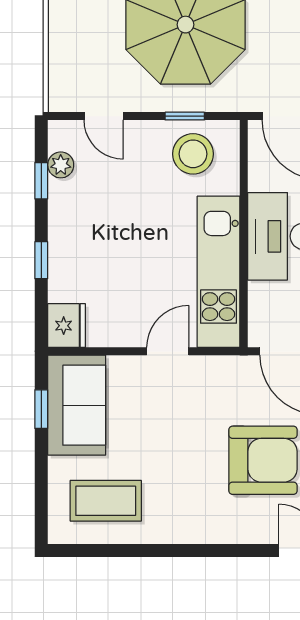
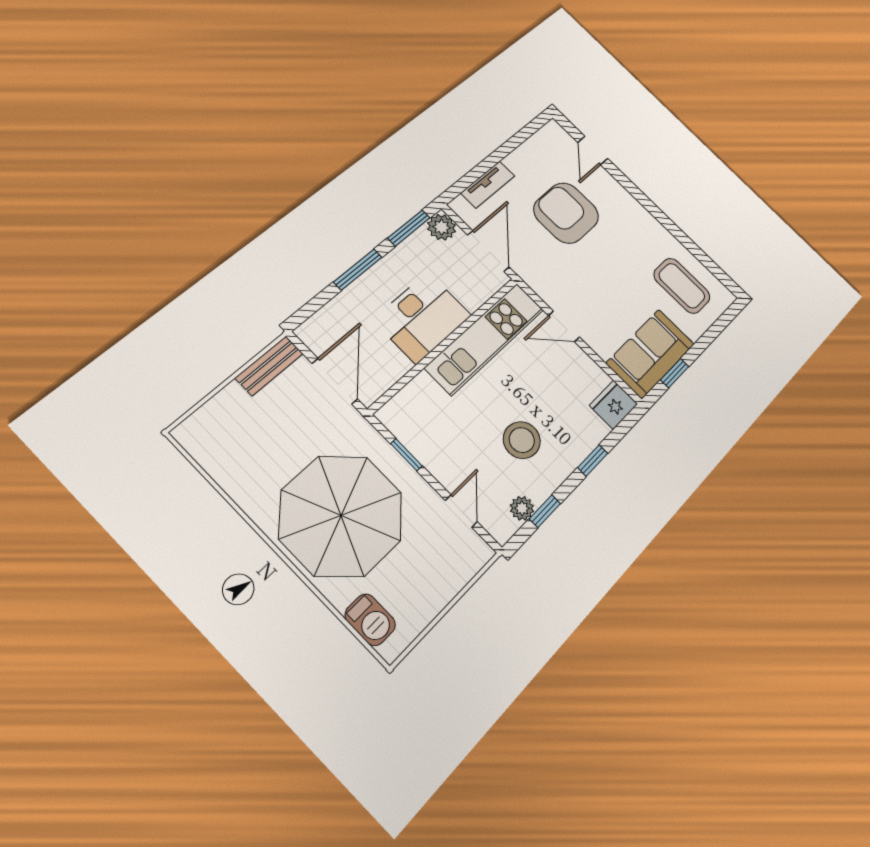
stool: (193, 154) -> (522, 440), moved

